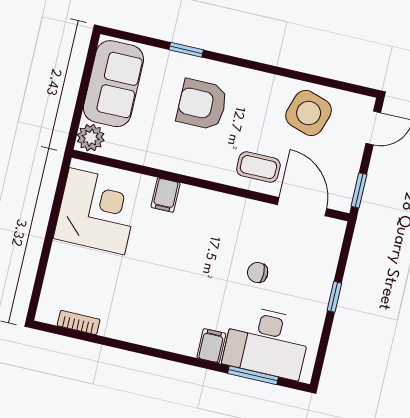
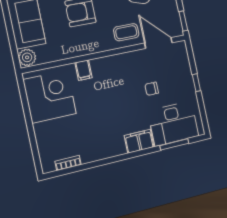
filing cabinet: (211, 346) -> (139, 141), width x2.00

